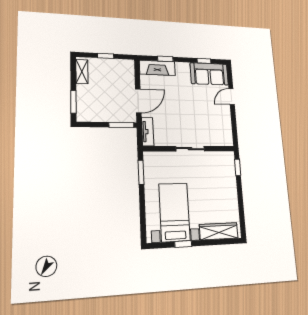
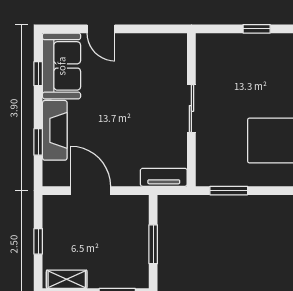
fireplace: (157, 68) -> (55, 130), moved
door: (138, 101) -> (91, 191), moved
window: (121, 125) -> (153, 244), moved
window: (238, 167) -> (257, 29), moved

